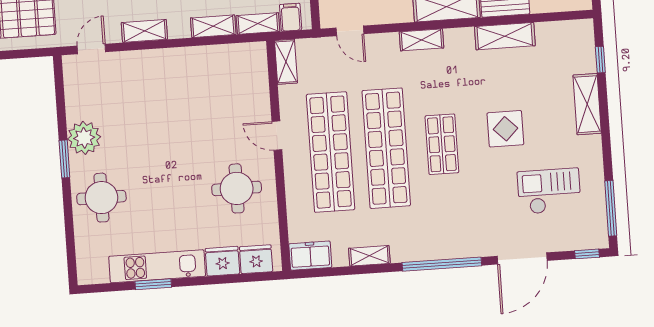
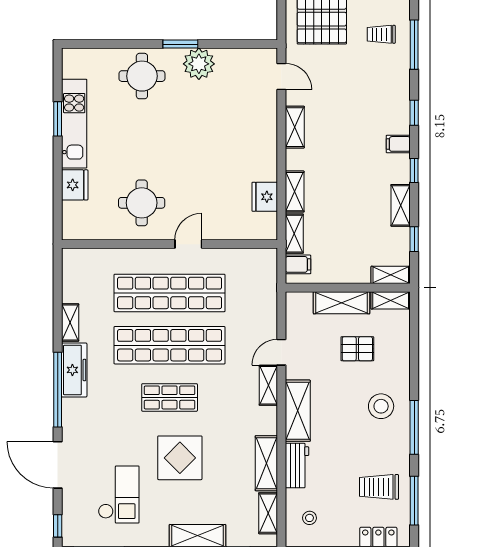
door: (350, 31) -> (281, 352), moved
shelving: (286, 62) -> (268, 513), moved, turned 90
display table: (505, 129) -> (180, 458), width x1.36, depth x1.36
freezer: (310, 256) -> (74, 370), moved, width x1.40
fridge: (256, 259) -> (265, 197), moved, turned 180

